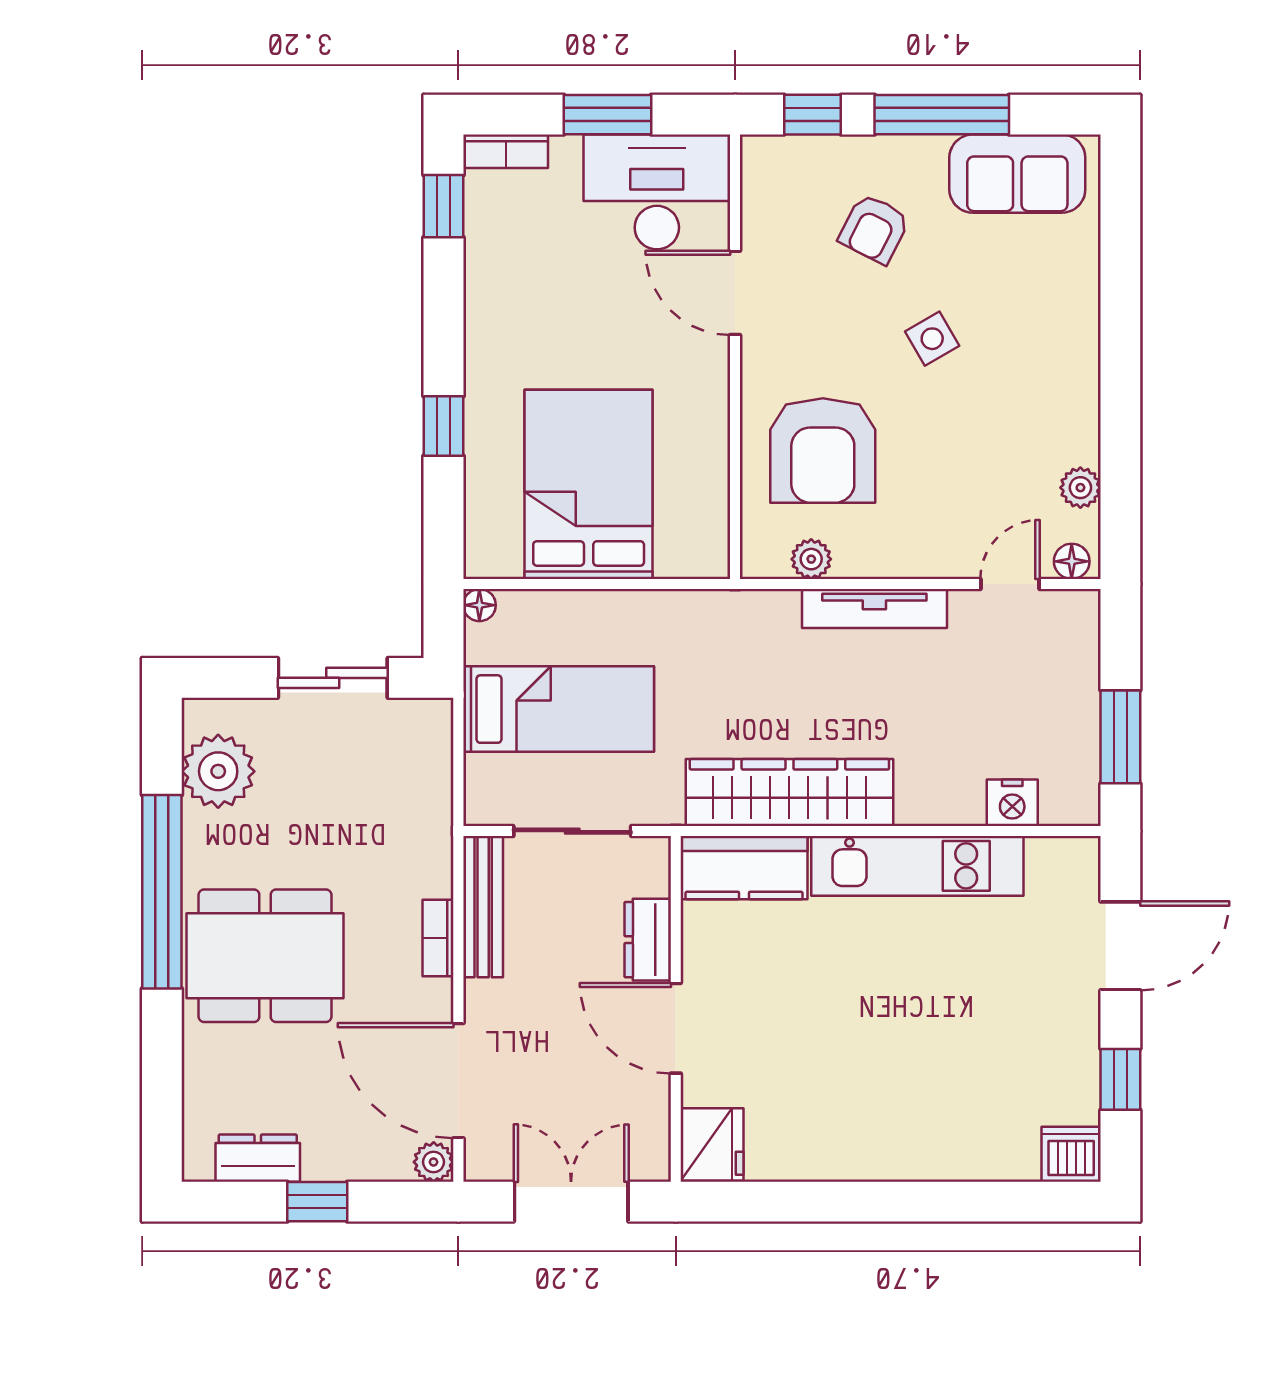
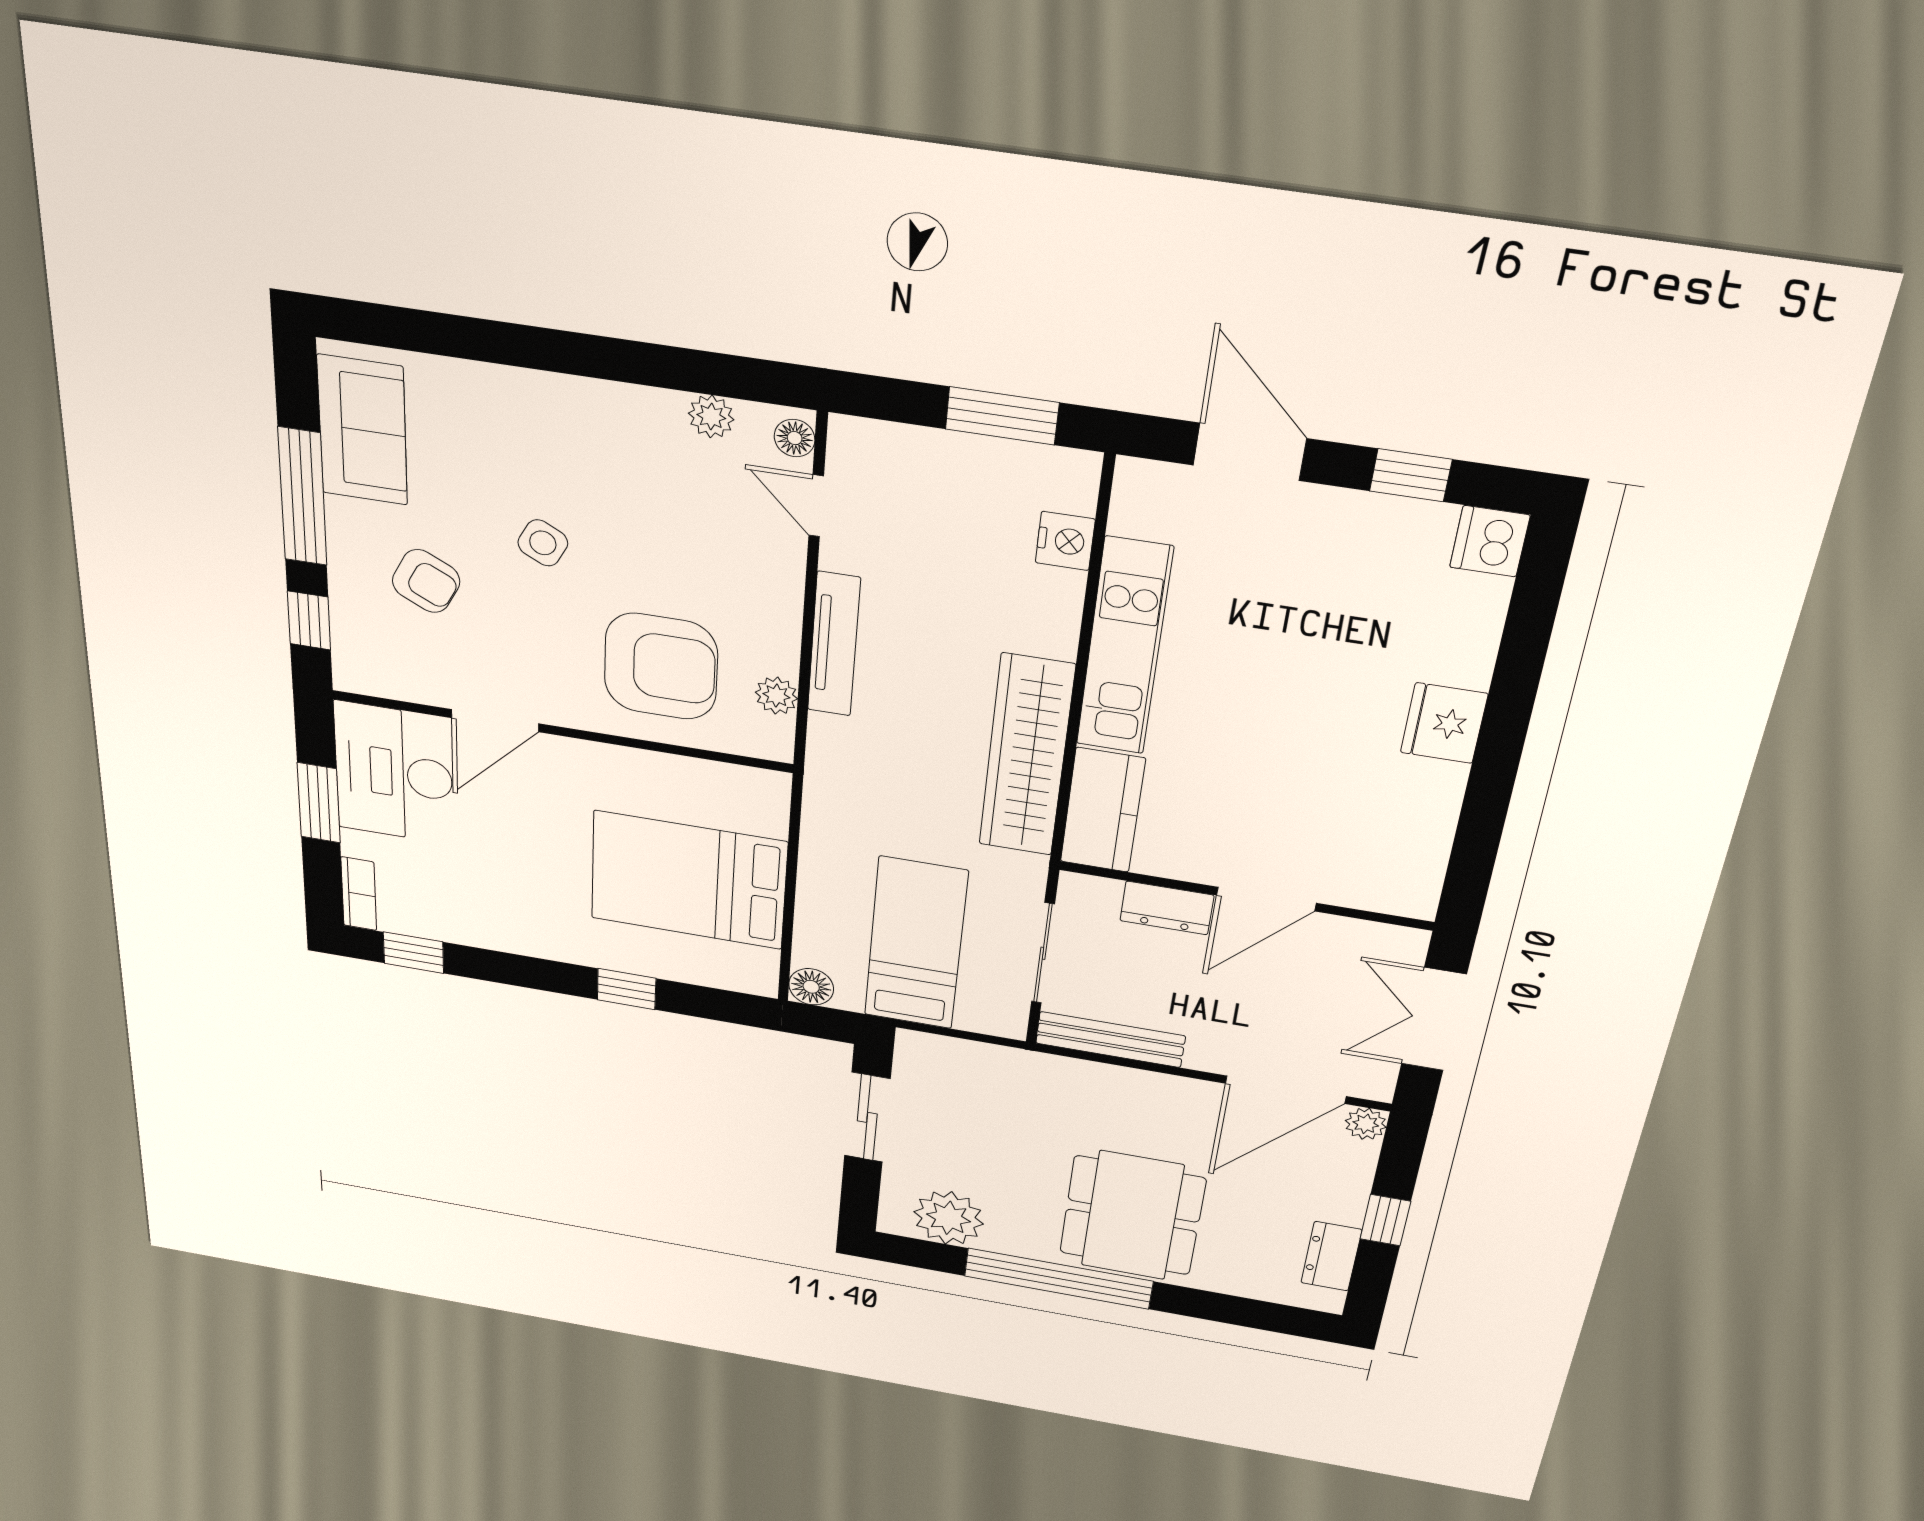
side table: (932, 339) -> (543, 543), turned -32
floor lamp: (479, 605) -> (811, 987), width x1.37, depth x1.37
bookcase: (438, 938) -> (1137, 1081), removed
fridge: (712, 1144) -> (1444, 723), moved, turned -90

